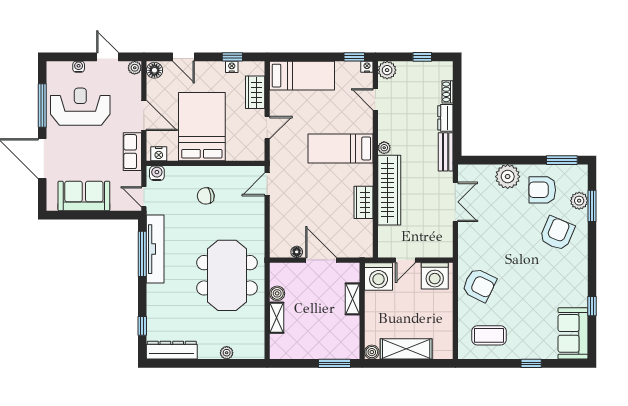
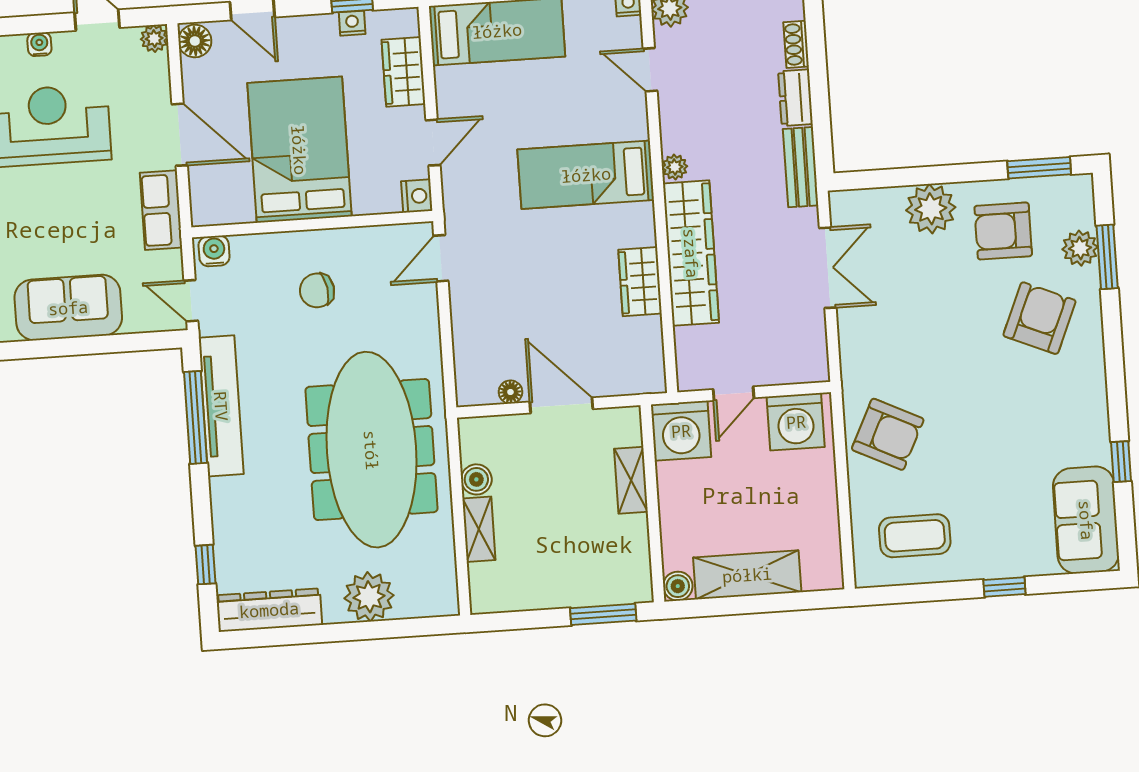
nightstand: (159, 154) -> (417, 196), moved, turned -90
meeting table: (227, 275) -> (371, 450), width x1.36
plant: (227, 353) -> (369, 597), width x1.88, depth x1.88

